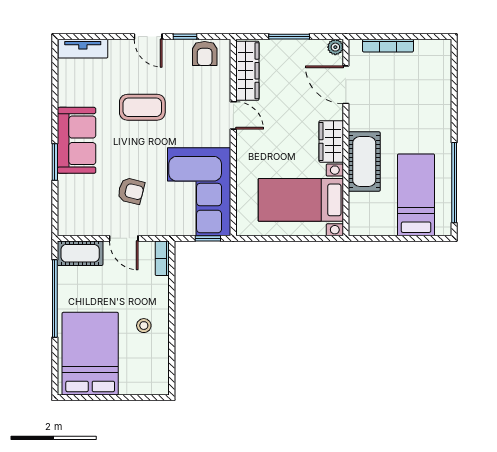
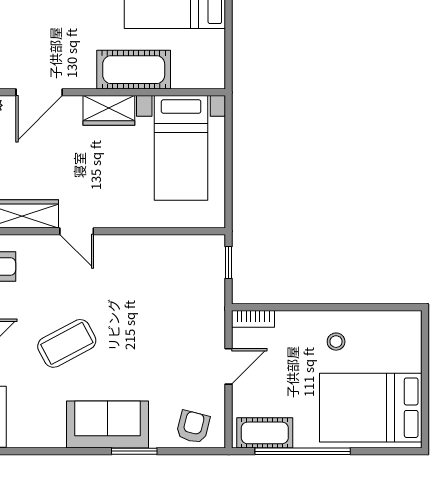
coffee table: (142, 107) -> (67, 343), turned 62
door: (233, 115) -> (77, 231), swing flipped
armchair: (131, 191) -> (193, 427), moved
corner sofa: (199, 192) -> (171, 273), removed
cot: (80, 253) -> (265, 433), moved, turned 90

